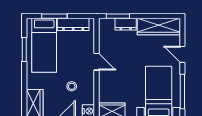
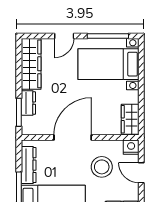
door: (97, 62) -> (73, 138), width x1.88
stool: (72, 86) -> (102, 167), width x1.89, depth x1.89

